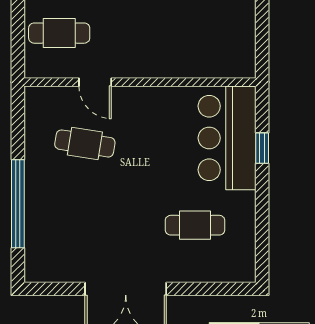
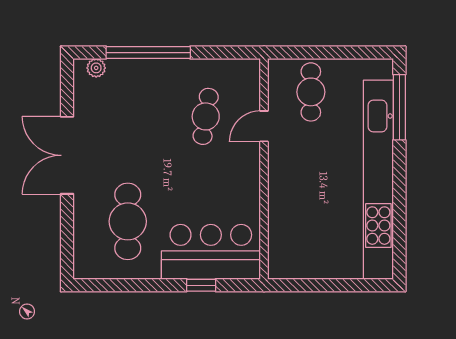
cafe table: (195, 225) -> (128, 221), width x1.37, depth x1.35
plant: (34, 258) -> (96, 68), added

